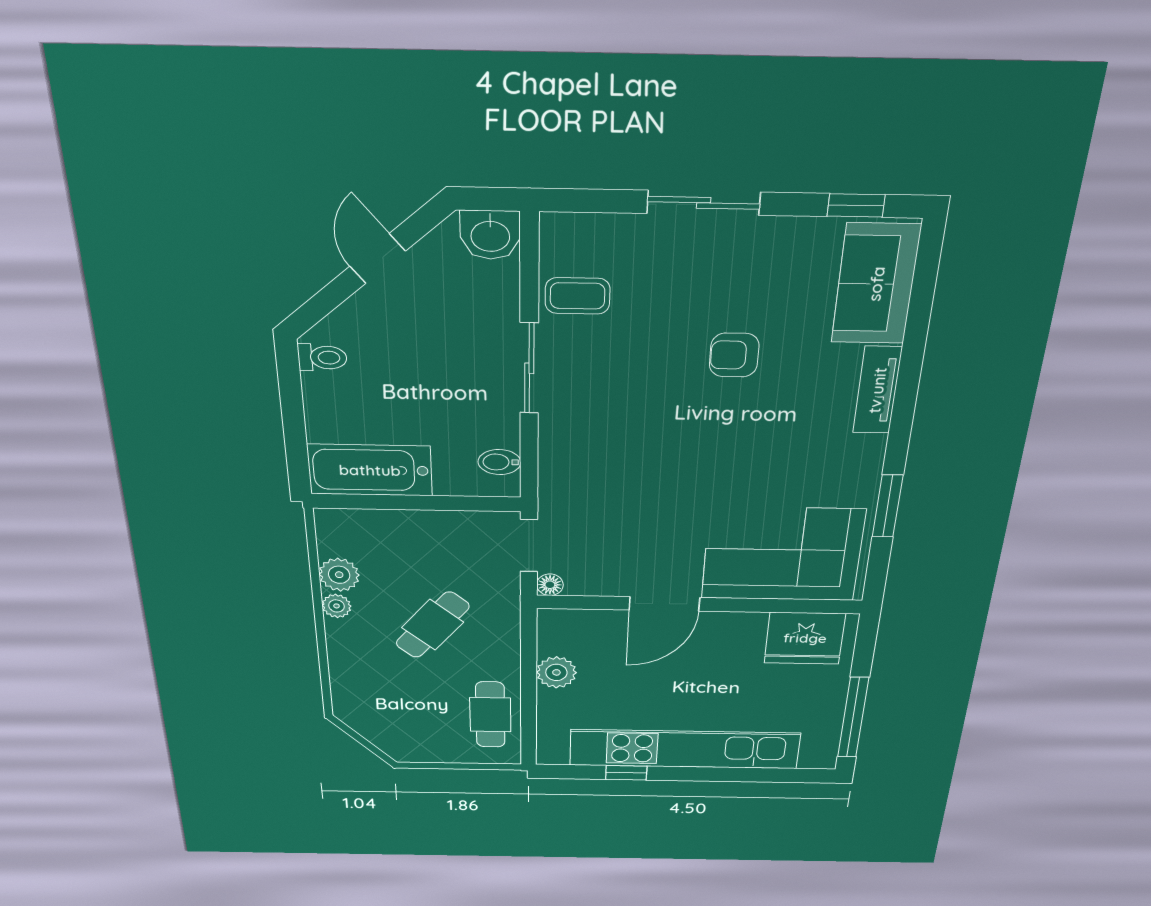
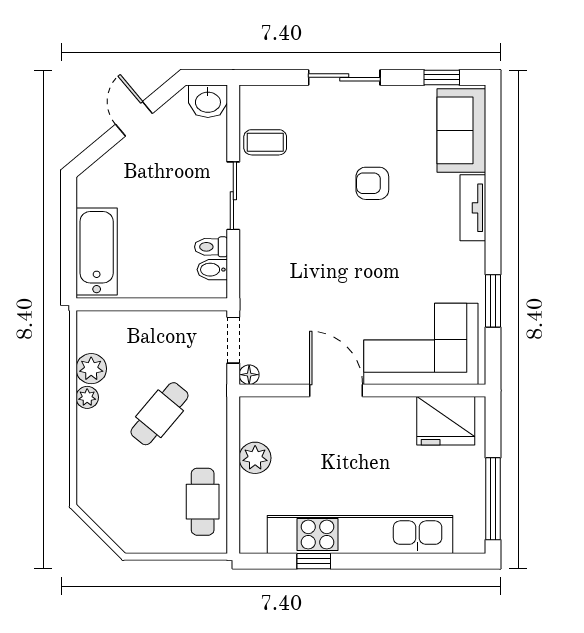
toilet: (322, 358) -> (211, 247), moved, turned 180
bathtub: (370, 470) -> (97, 252), moved, turned 90
door: (664, 604) -> (336, 390), swing flipped

